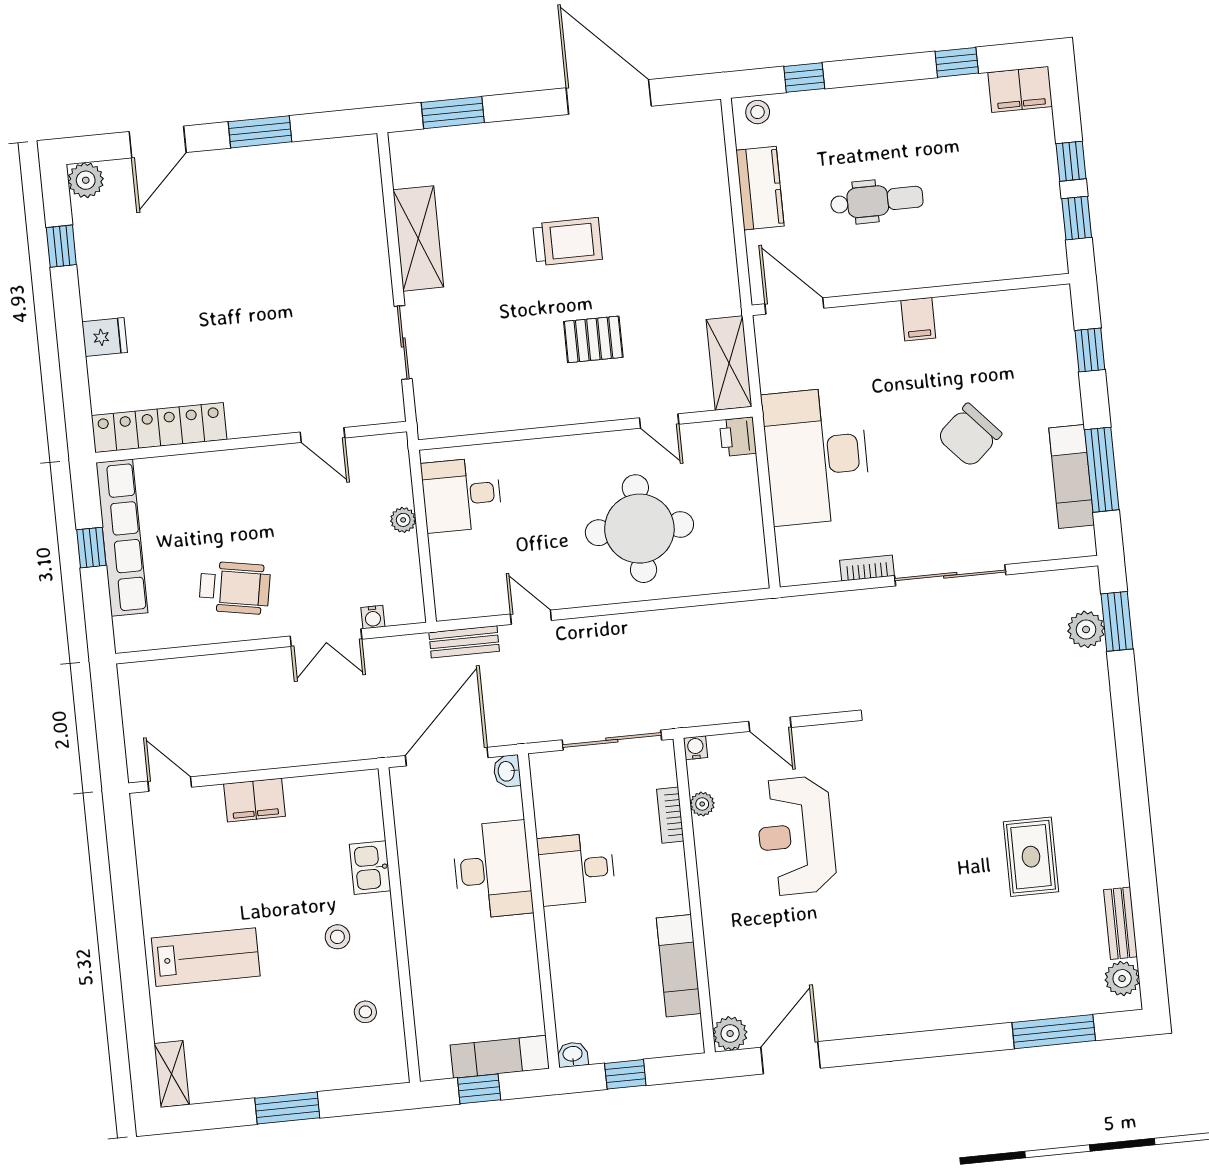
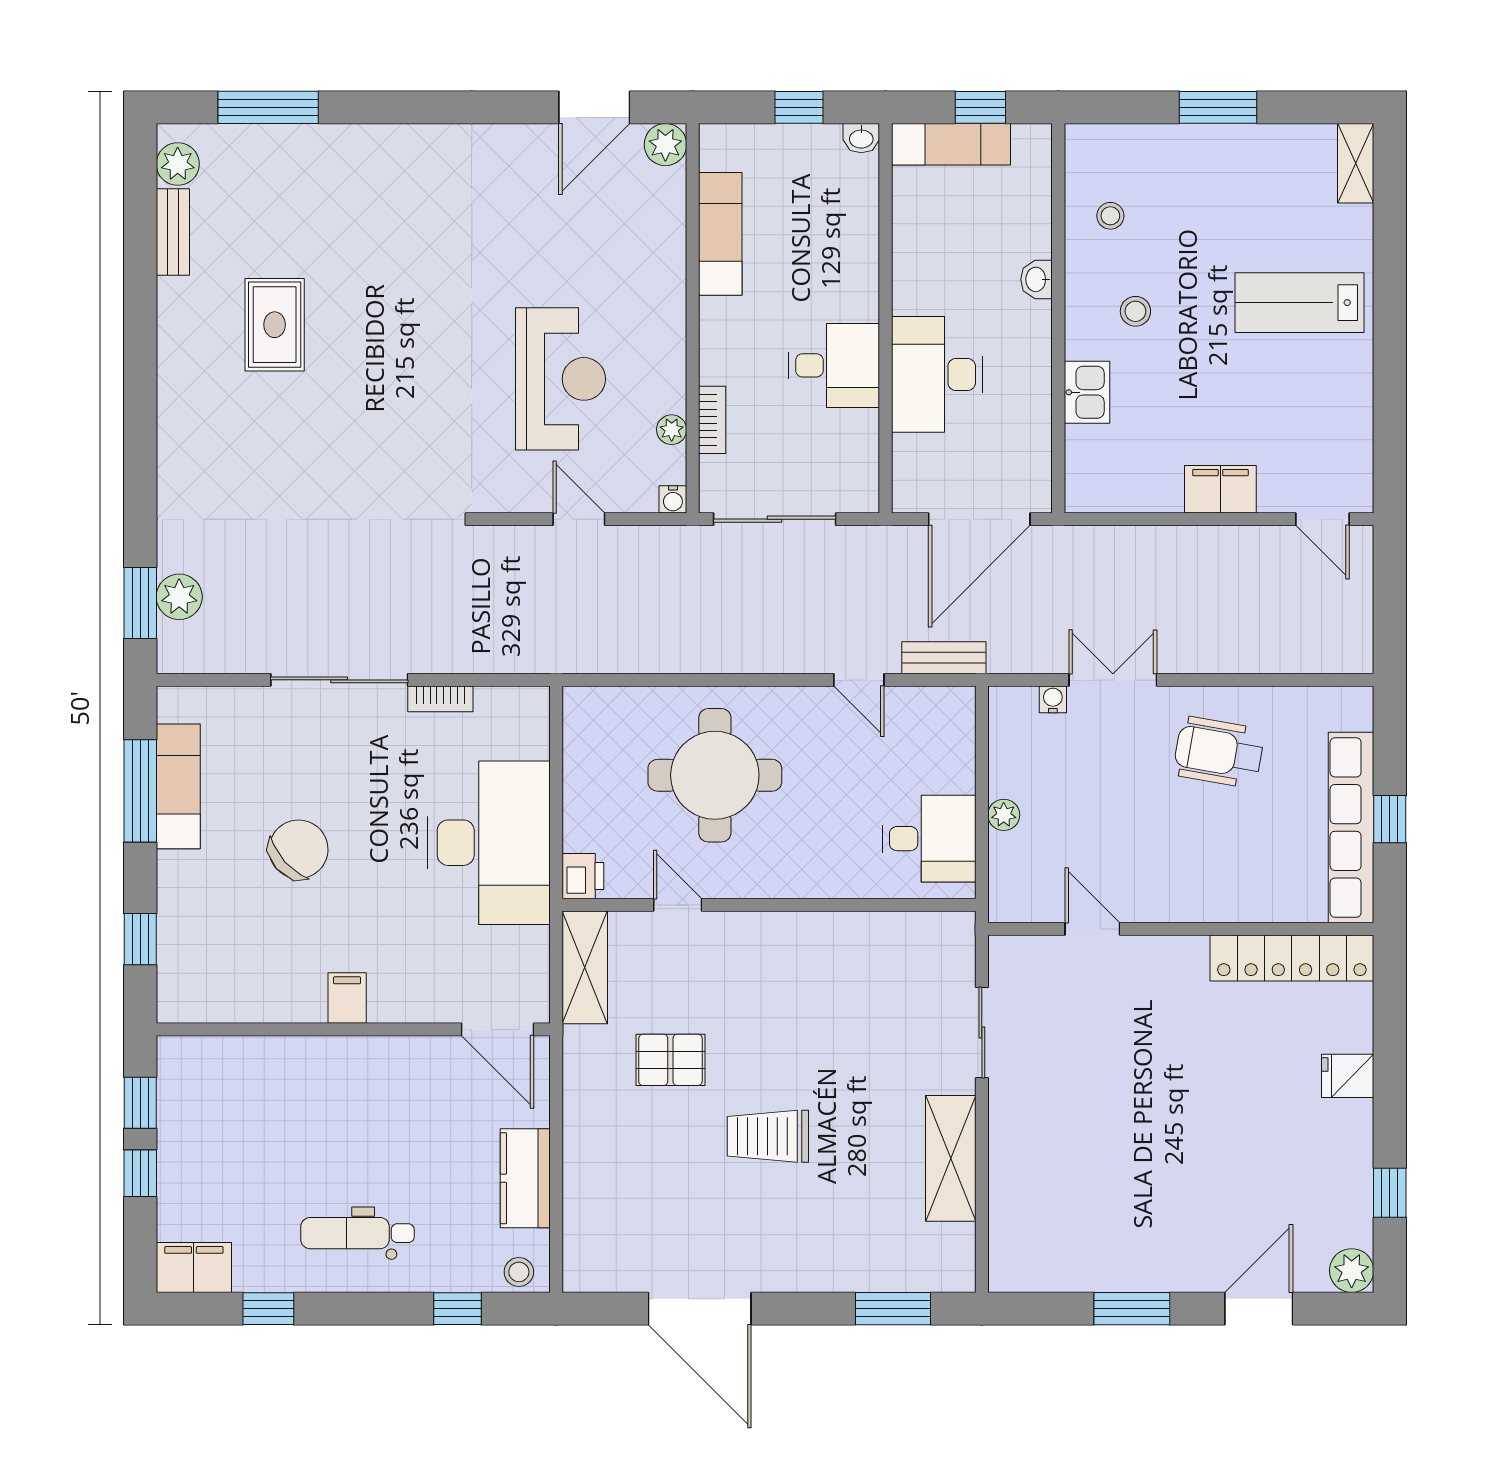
dental chair: (877, 201) -> (357, 1233), moved
pallet: (593, 339) -> (670, 1060), moved
washbasin: (507, 771) -> (1037, 279), moved, turned 180

